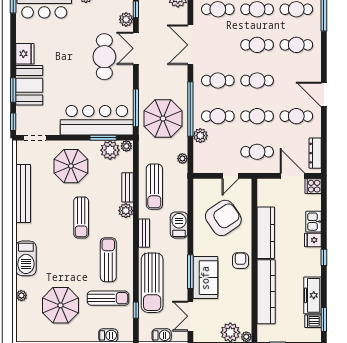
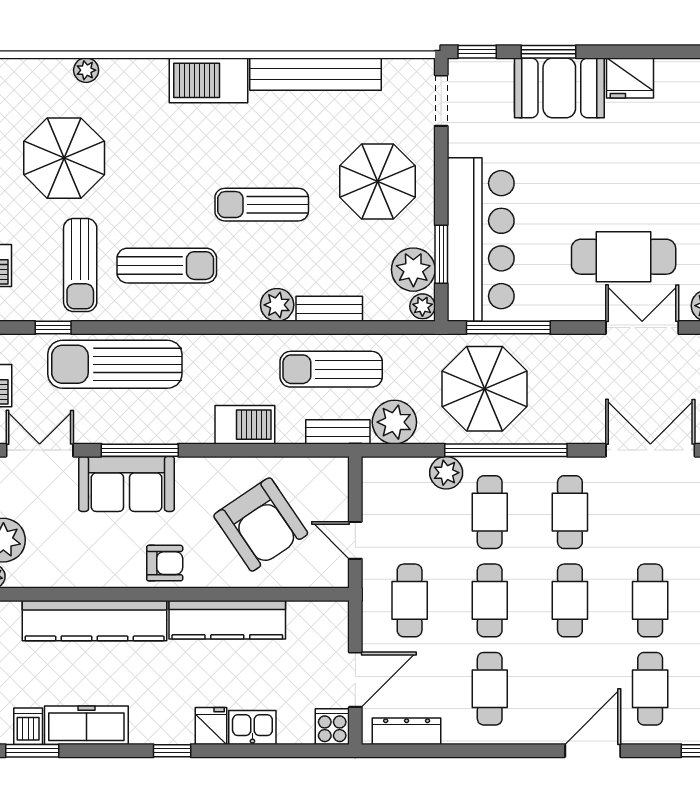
door: (324, 94) -> (593, 751), moved
plant: (182, 159) -> (394, 422), width x1.88, depth x1.88
bench: (144, 233) -> (338, 432), moved
barbecue: (26, 258) -> (208, 80), moved

